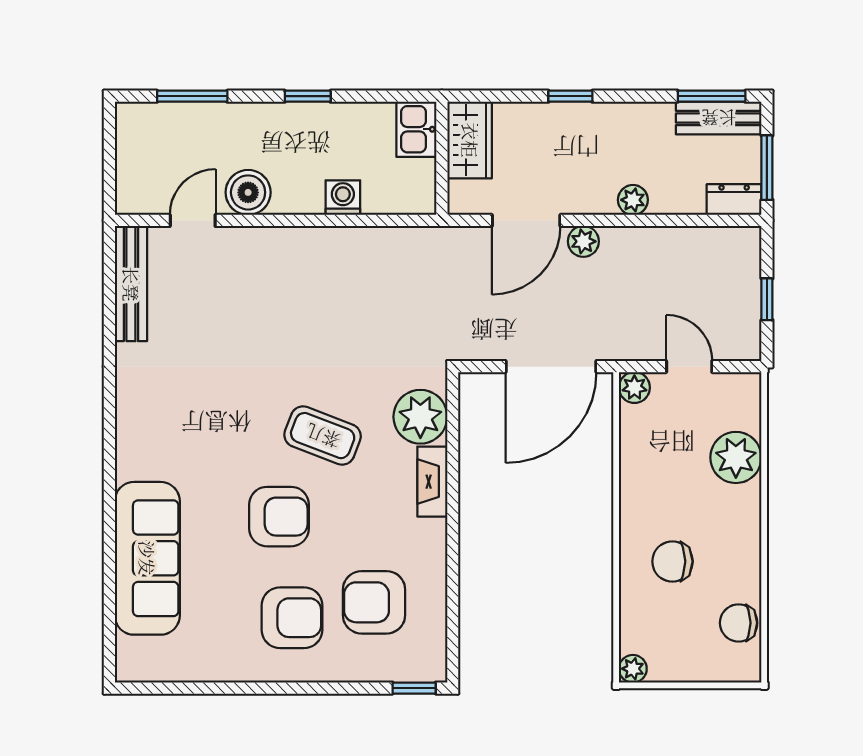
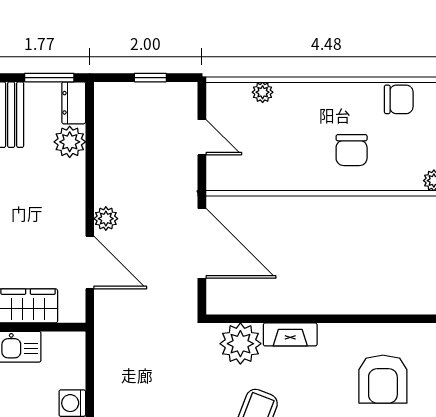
plant: (633, 200) -> (70, 142), moved, width x1.38, depth x1.38
door: (689, 367) -> (202, 137), swing flipped
plant: (634, 388) -> (218, 179), removed
plant: (736, 457) -> (263, 92), width x0.53, depth x0.53
chair: (739, 623) -> (399, 99), turned -90

